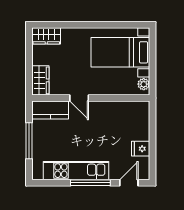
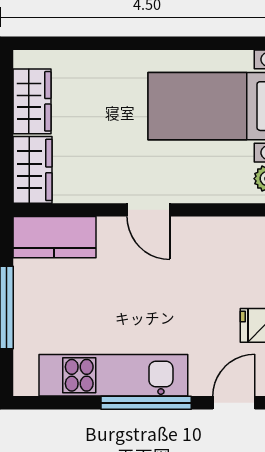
wardrobe: (46, 36) -> (32, 101), moved, turned -90
door: (79, 98) -> (148, 210), moved

